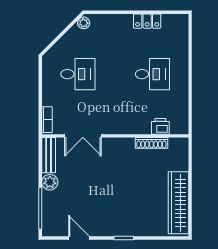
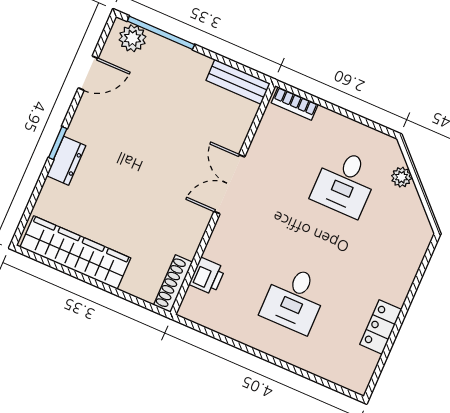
plant: (84, 23) -> (401, 177), moved
double door: (83, 136) -> (229, 184), moved
shoe rack: (151, 143) -> (173, 284), moved
plant: (50, 182) -> (133, 38), moved
dresser: (131, 229) -> (66, 161), added

